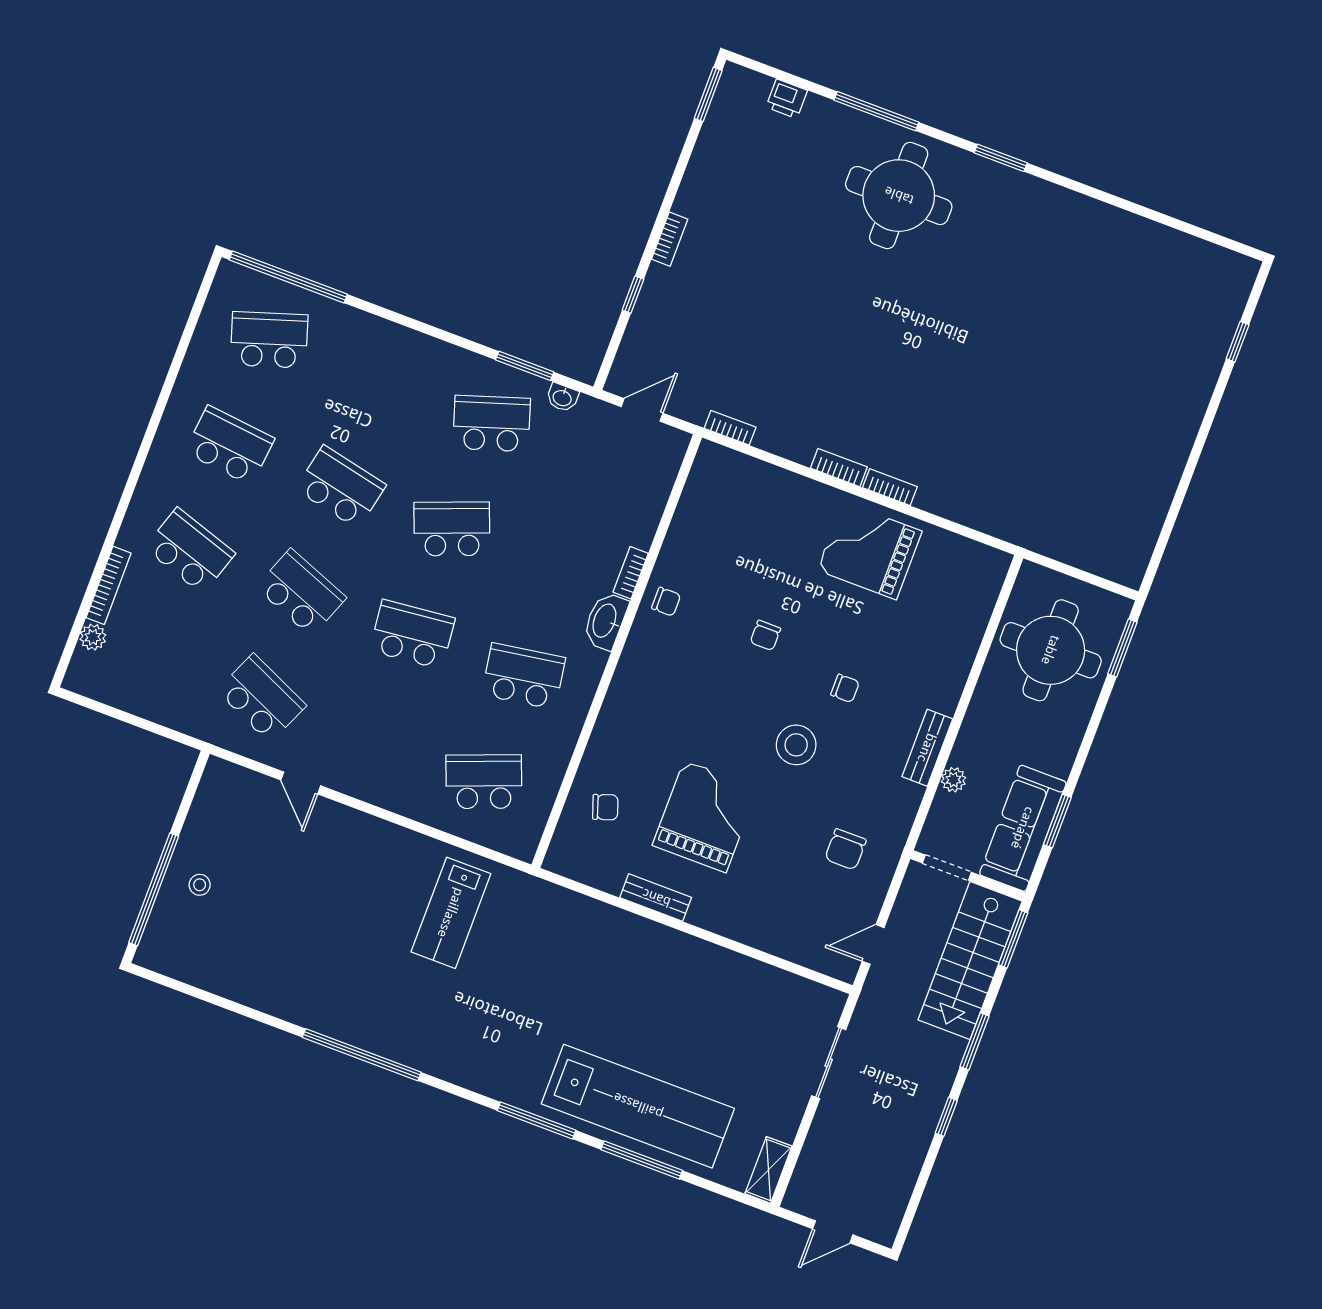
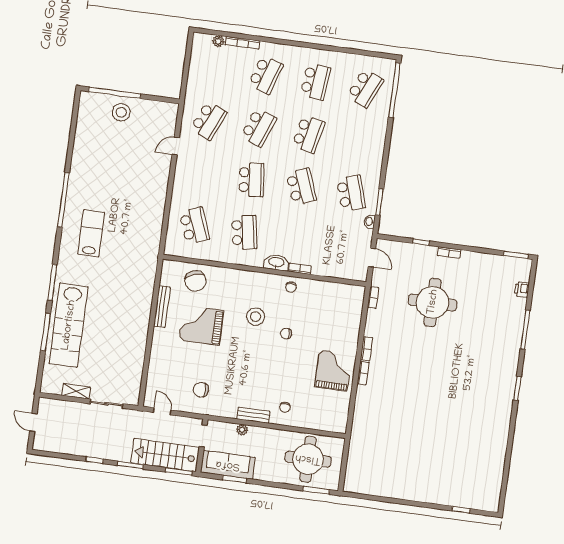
round table: (899, 196) -> (433, 302), moved
school desk: (269, 340) -> (365, 88), turned 42
chair: (845, 688) -> (285, 407), moved
stool: (796, 745) -> (256, 317), moved
chair: (605, 807) -> (195, 281), width x1.87, depth x1.87
grand piano: (705, 816) -> (201, 325), turned 180
stool: (200, 885) -> (121, 112), width x1.89, depth x1.89
bench: (656, 898) -> (162, 307), width x1.36
lab bench: (451, 913) -> (91, 233), moved, turned 90
shelving: (769, 1170) -> (76, 391), moved

